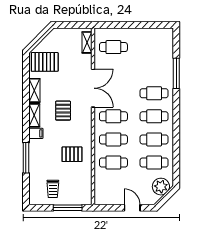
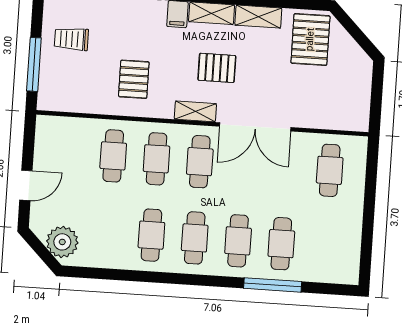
shelving: (87, 42) -> (195, 111), moved
cafe table: (154, 163) -> (281, 244), moved

